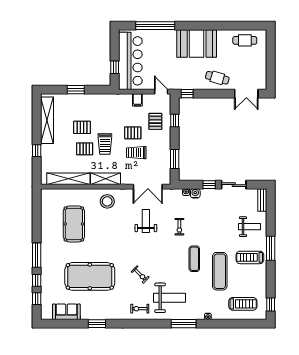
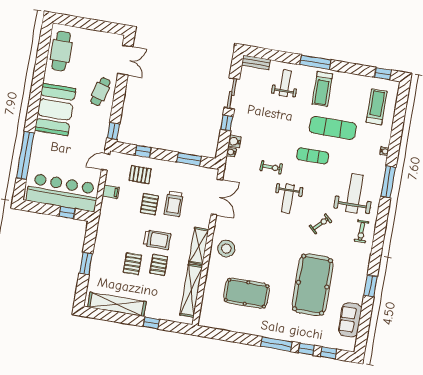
cafe table: (245, 40) -> (61, 51), width x1.37, depth x1.35
weight bench: (146, 221) -> (288, 198), moved, turned -90

